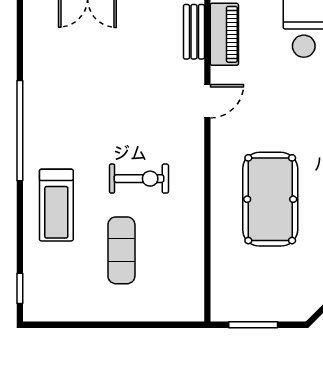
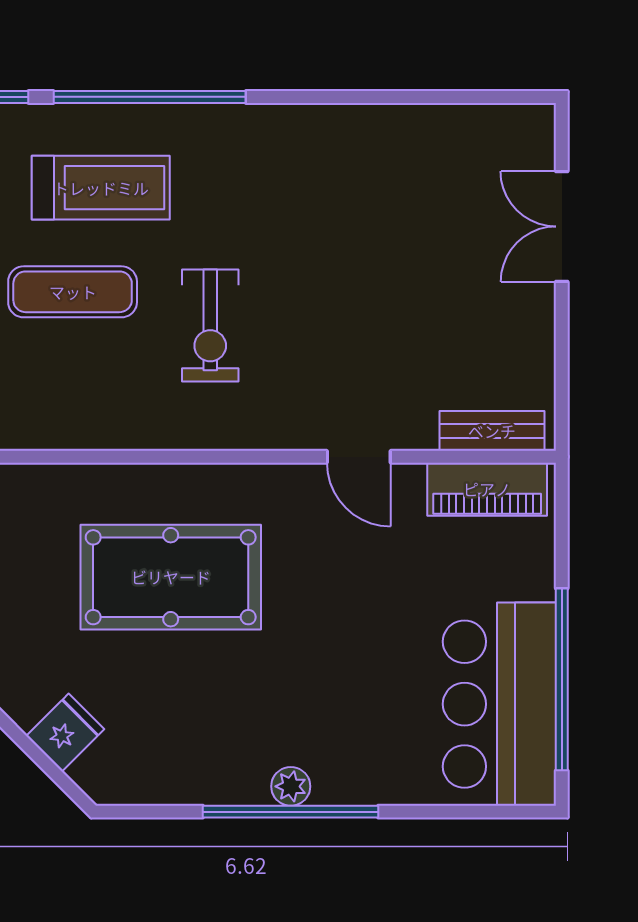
window: (20, 131) -> (150, 97), moved
treadmill: (56, 205) -> (101, 188), moved, turned 180

